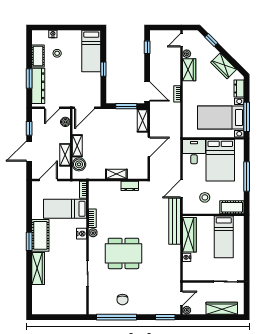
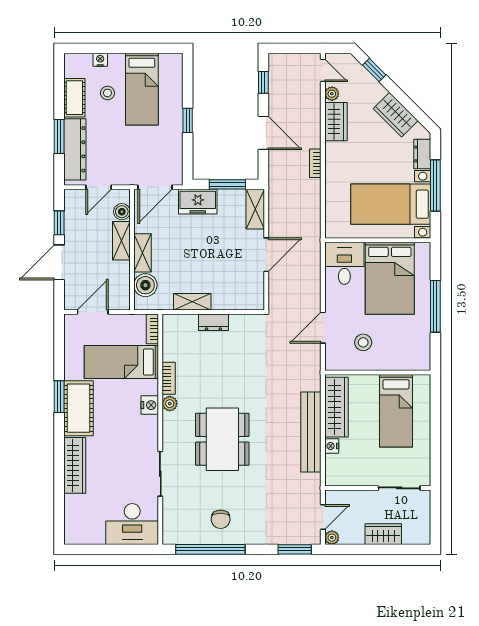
door: (182, 40) -> (323, 70), swing flipped
bed: (91, 51) -> (142, 89), moved
door: (147, 91) -> (263, 133), moved
freezer: (109, 116) -> (198, 202), added
window: (247, 117) -> (435, 186), moved
shelving: (65, 155) -> (121, 241), moved
shelving: (116, 174) -> (192, 302), moved
dresser: (130, 186) -> (213, 322), moved
cot: (232, 207) -> (410, 359), removed
bench: (175, 221) -> (311, 432), moved
window: (29, 241) -> (59, 397), moved
dining table: (123, 253) -> (222, 439), turned 90
desk: (71, 302) -> (132, 524), added
wardrobe: (222, 308) -> (383, 534), width x0.67

